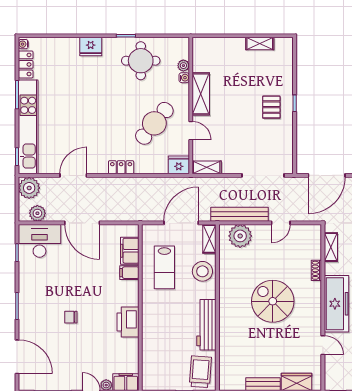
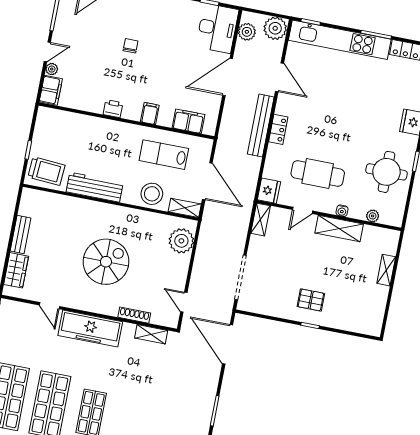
shelving: (260, 44) -> (386, 270), moved
water cooler: (184, 78) -> (342, 211), moved
cafe table: (154, 123) -> (318, 173), turned -39
bench: (240, 214) -> (261, 126), moved
door: (281, 223) -> (184, 302), moved
shoe rack: (316, 270) -> (134, 315), width x1.43
filing cabinet: (129, 273) -> (150, 113), moved
printer: (128, 322) -> (113, 109), width x0.53, depth x0.68
door: (323, 345) -> (49, 306), hinge flipped

